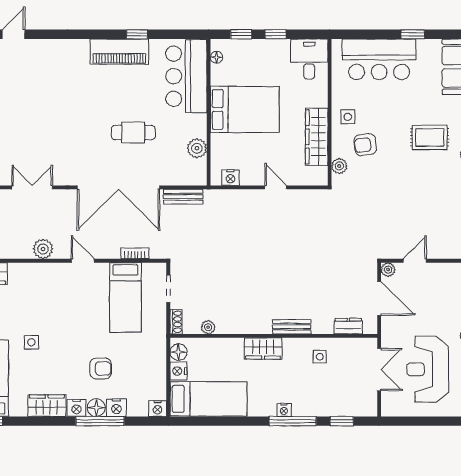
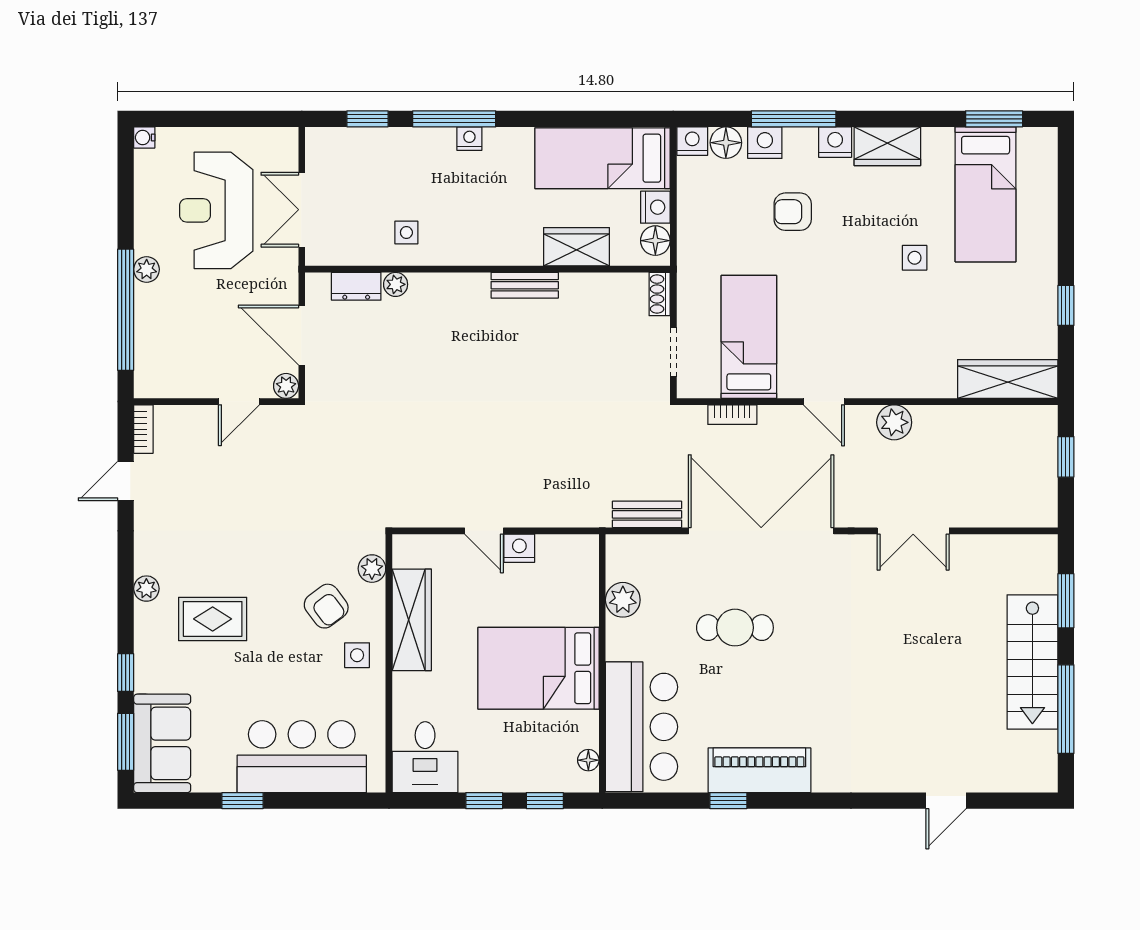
armchair: (365, 145) -> (326, 606), turned 61
nightstand: (230, 178) -> (519, 548), moved
plant: (208, 327) -> (396, 284), moved
bench: (292, 327) -> (525, 285), moved
wardrobe: (263, 349) -> (577, 247), moved
reception desk: (428, 369) -> (216, 210), turned 180
floor lamp: (96, 408) -> (726, 143), moved

